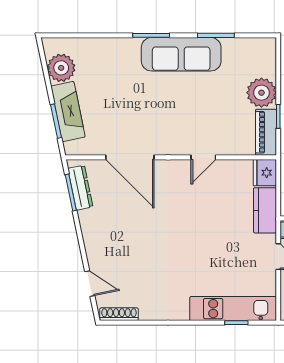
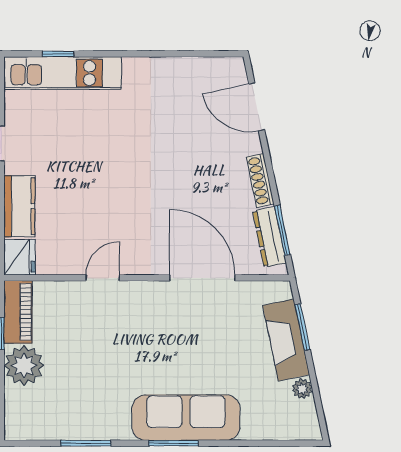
sofa: (181, 54) -> (186, 418), moved
plant: (61, 68) -> (302, 389), width x0.53, depth x0.53
door: (90, 284) -> (257, 107), width x1.38
shoe rack: (119, 314) -> (260, 180), moved, turned 78

